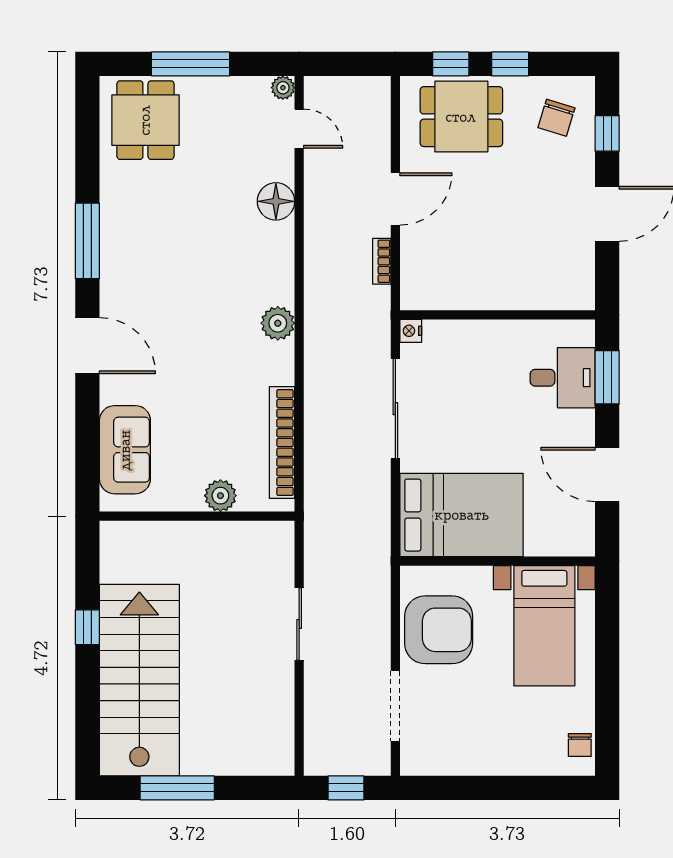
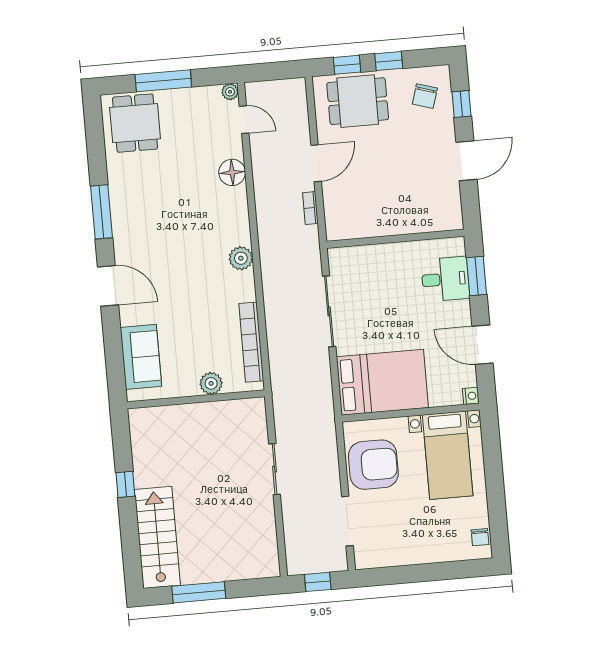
nightstand: (411, 331) -> (471, 396), moved, turned 180
stairs: (139, 680) -> (157, 537), width x0.73, depth x0.66

